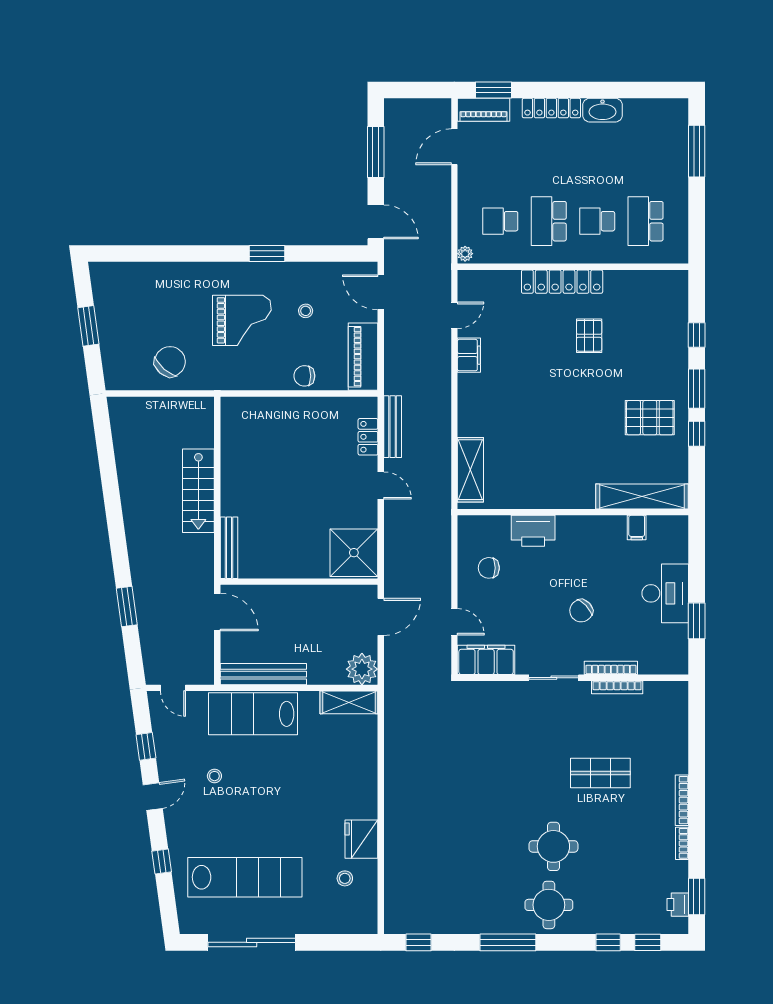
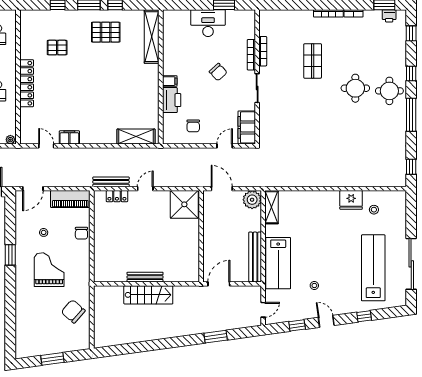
pallet: (589, 336) -> (57, 48), moved
pallet: (650, 418) -> (106, 32), turned 90
filing cabinet: (637, 528) -> (170, 81), moved
bench: (229, 548) -> (145, 277), moved
window: (608, 942) -> (411, 74), moved

